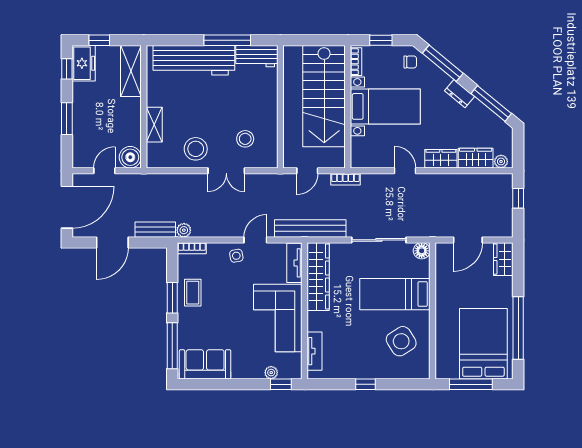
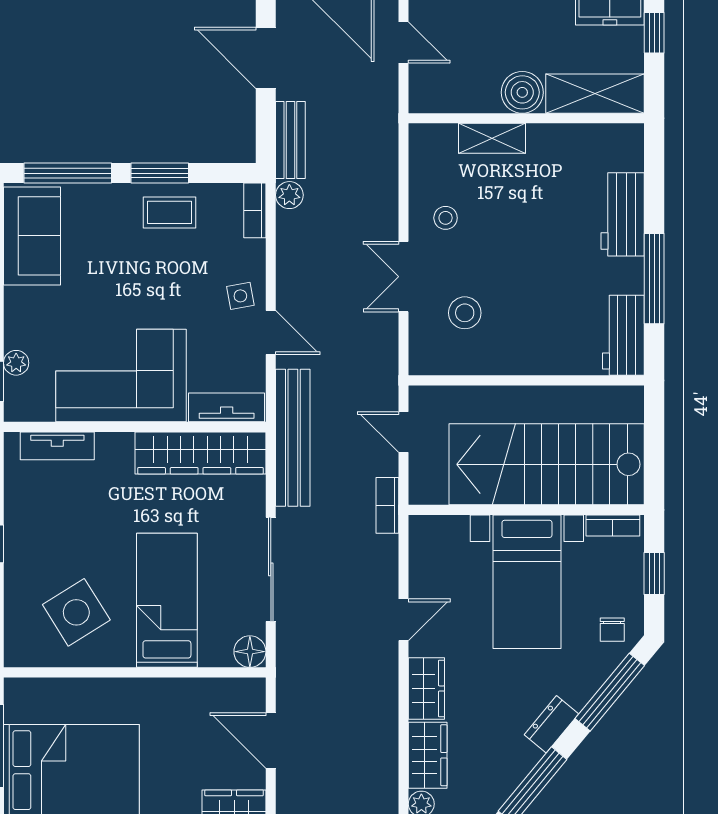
workbench: (194, 60) -> (623, 214), width x0.53, depth x0.76
stool: (196, 149) -> (446, 218), width x0.53, depth x0.53
boiler: (130, 157) -> (522, 92), moved

